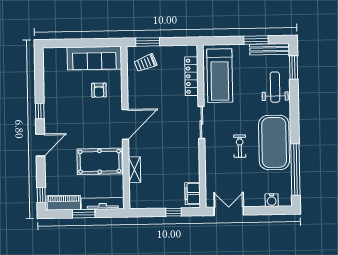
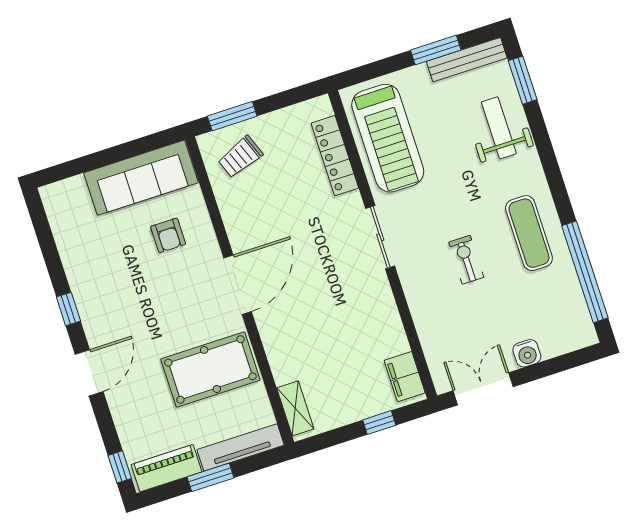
exercise mat: (274, 142) -> (529, 233), width x0.50, depth x0.69
shelving: (134, 170) -> (295, 408), moved
water cooler: (272, 200) -> (527, 353), moved

